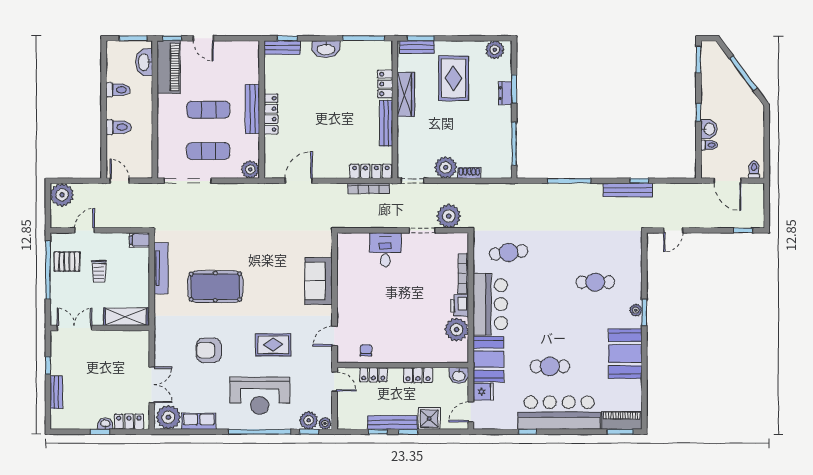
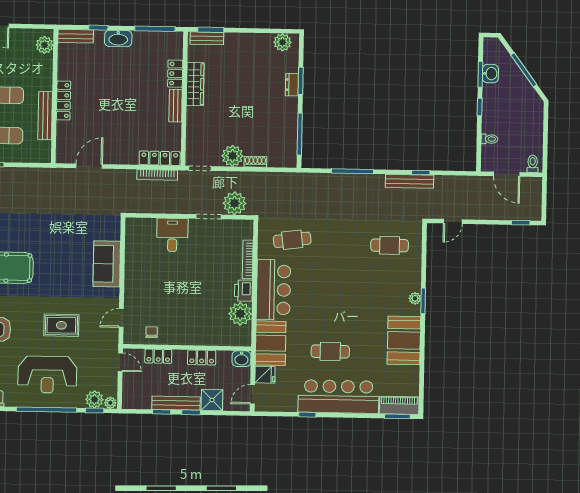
window: (287, 38) -> (98, 28), moved
window: (698, 59) -> (480, 74), moved
rug: (453, 78) -> (242, 69), removed
bench: (252, 109) -> (45, 116), moved
bench: (386, 123) -> (176, 106), width x0.73
washbasin: (709, 129) -> (490, 74), moved
plant: (250, 169) -> (45, 45), moved
cafe table: (595, 282) -> (390, 245), moved

